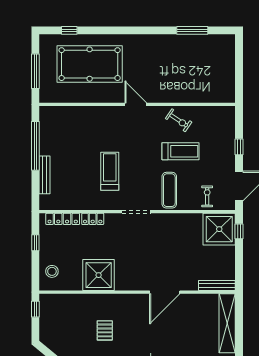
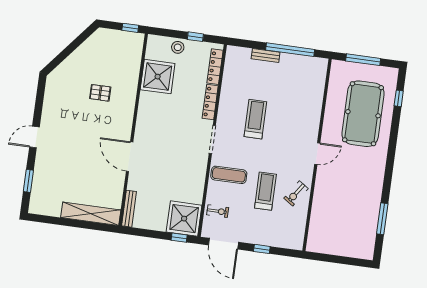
treadmill: (181, 151) -> (265, 191), turned 180
treadmill: (110, 171) -> (255, 119), turned -90
bench: (44, 175) -> (266, 55), width x0.73
locker: (93, 219) -> (210, 102), width x1.53
stool: (52, 271) -> (178, 47), moved
shower: (99, 275) -> (158, 77), moved

